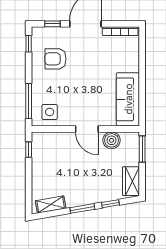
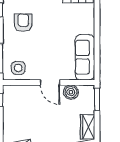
armchair: (55, 59) -> (23, 23), turned 90

